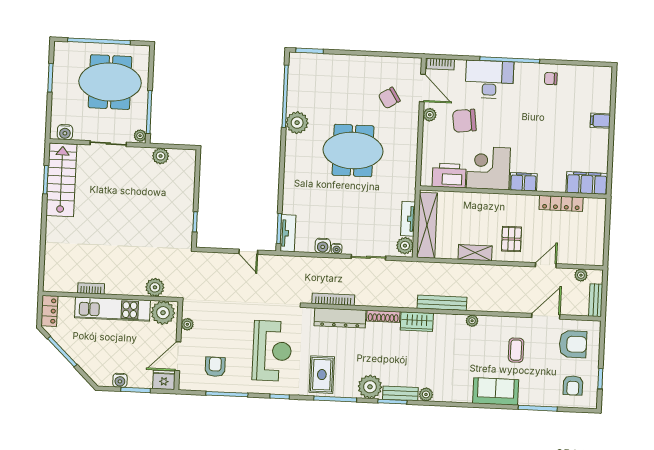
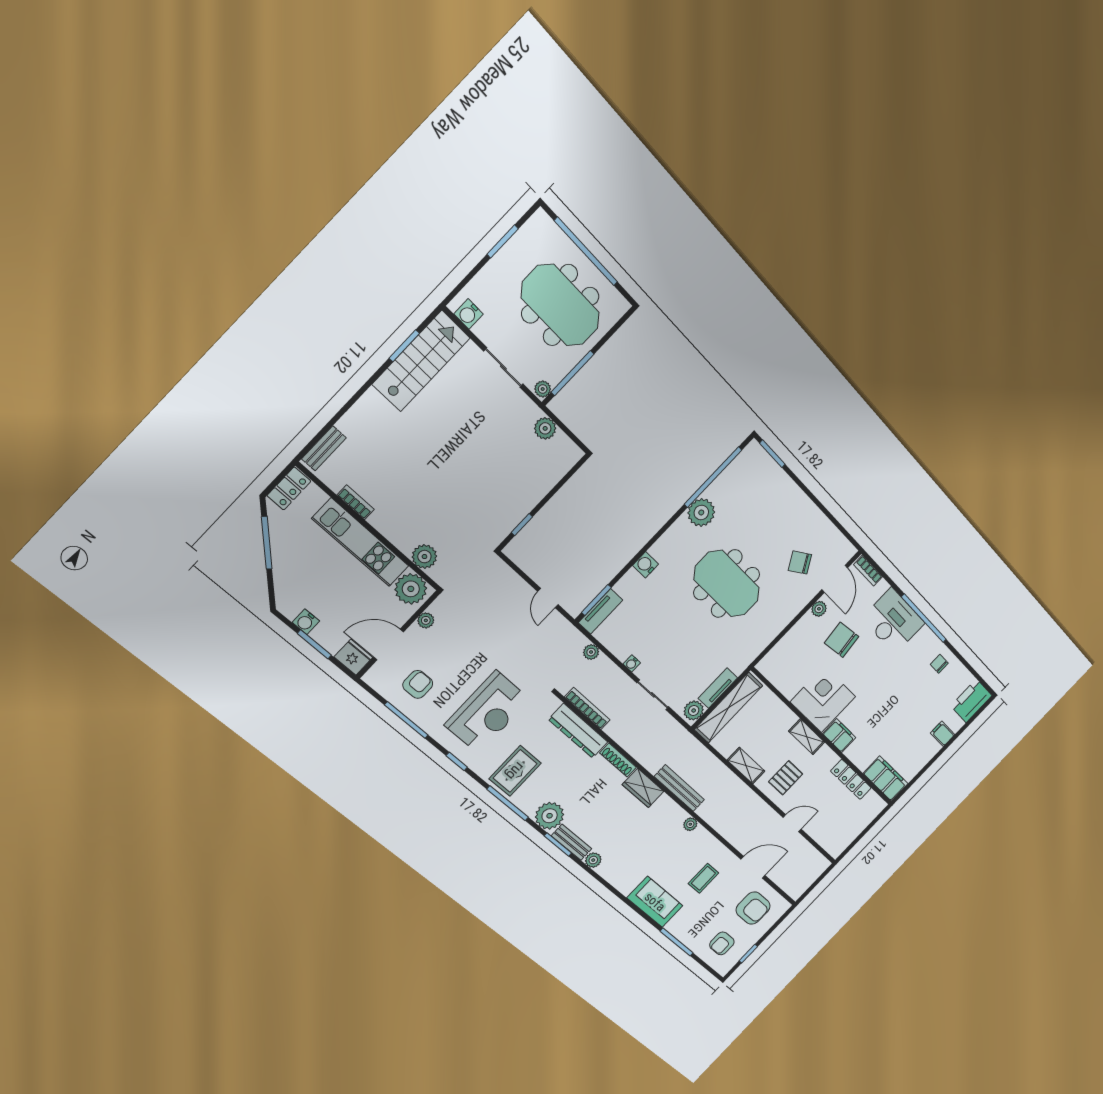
printer: (449, 175) -> (971, 701), moved, turned -90
shelving: (500, 201) -> (807, 737), added
water cooler: (323, 246) -> (646, 565), moved, turned 90
plant: (581, 275) -> (591, 652), moved
bench: (596, 300) -> (324, 448), moved

